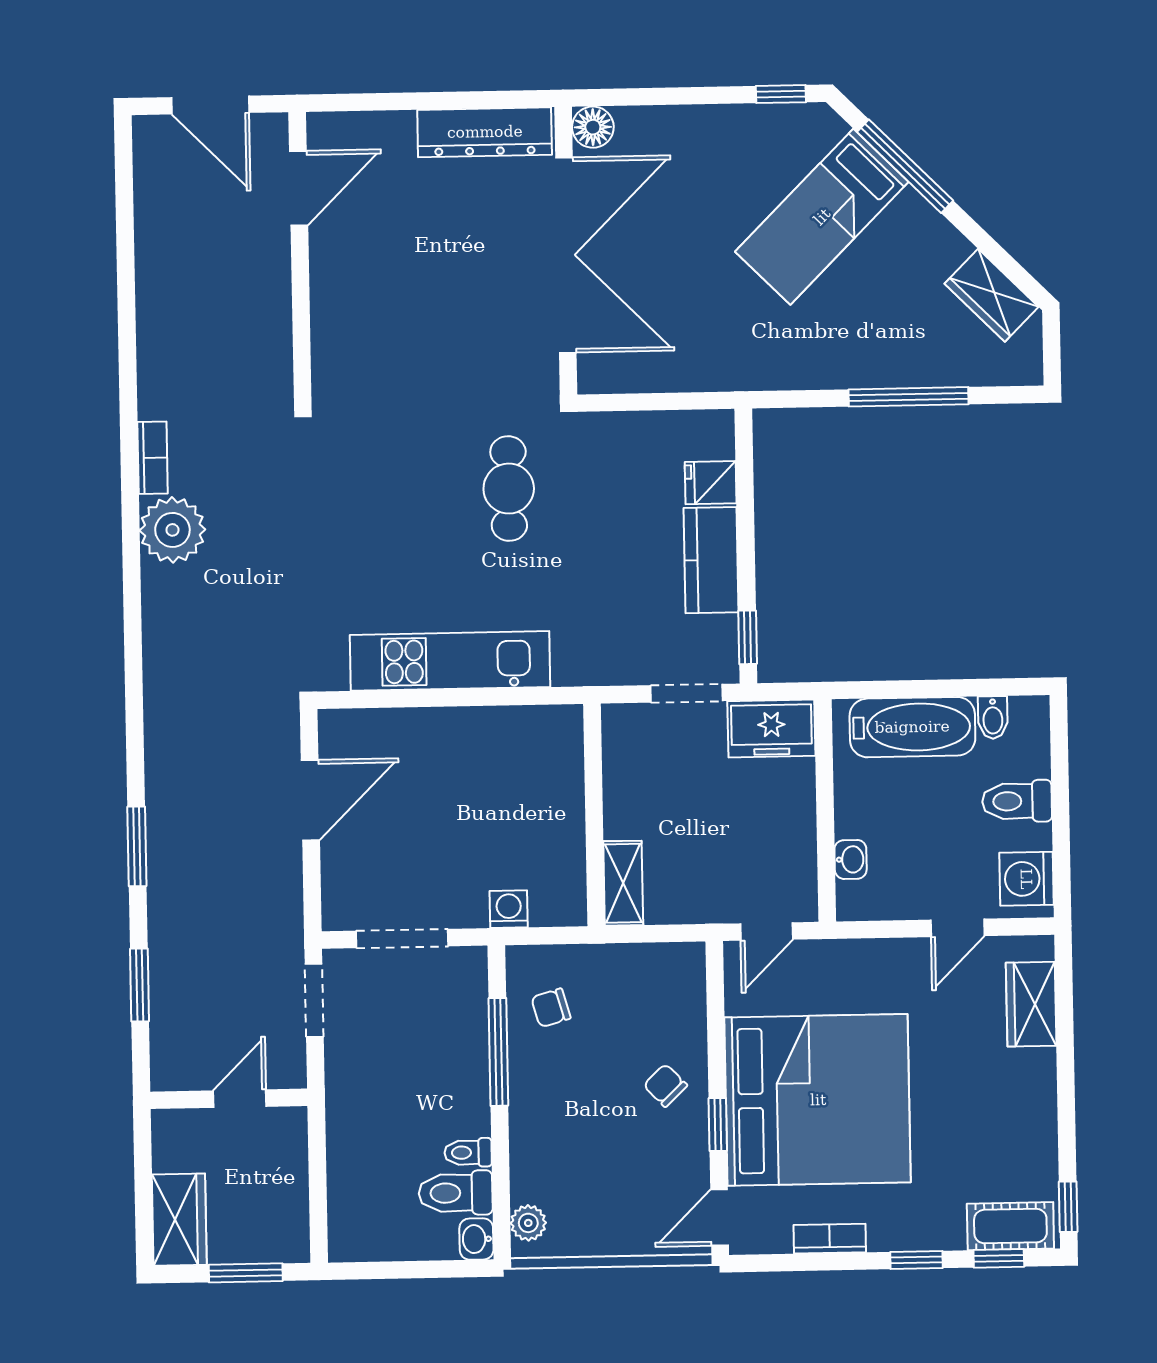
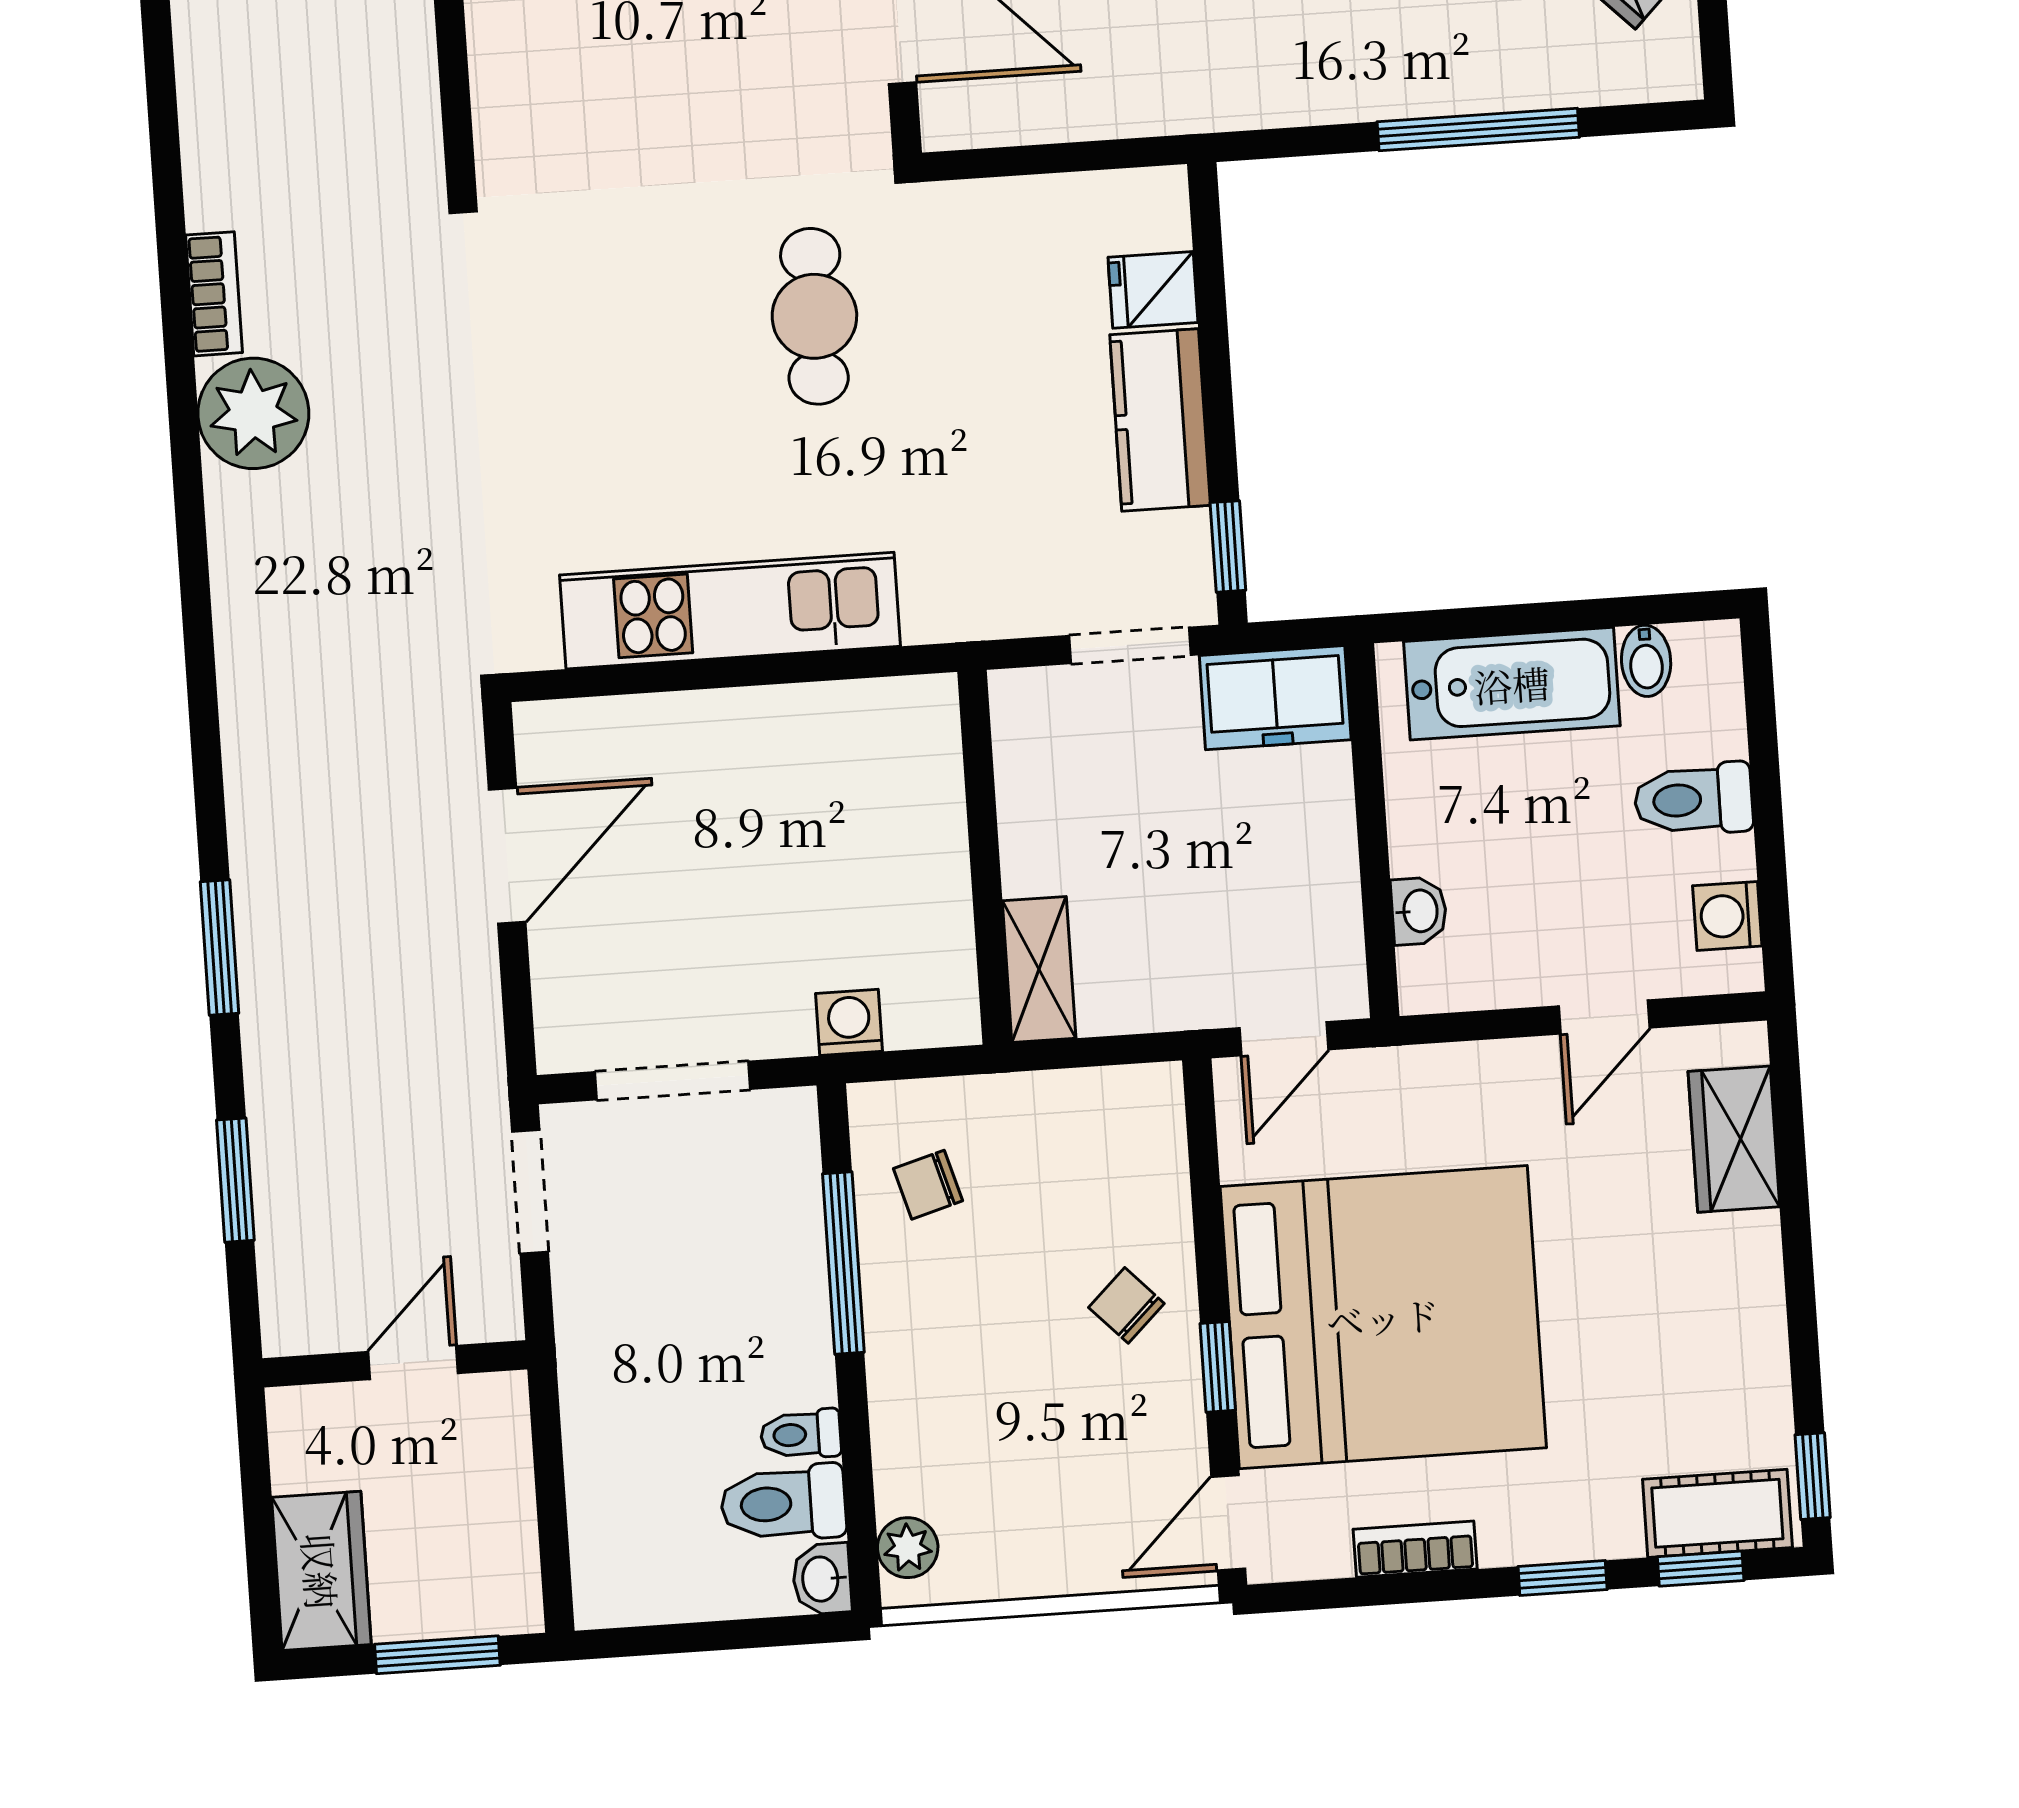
washing machine: (1026, 879) -> (1727, 916), width x0.73, depth x0.73

